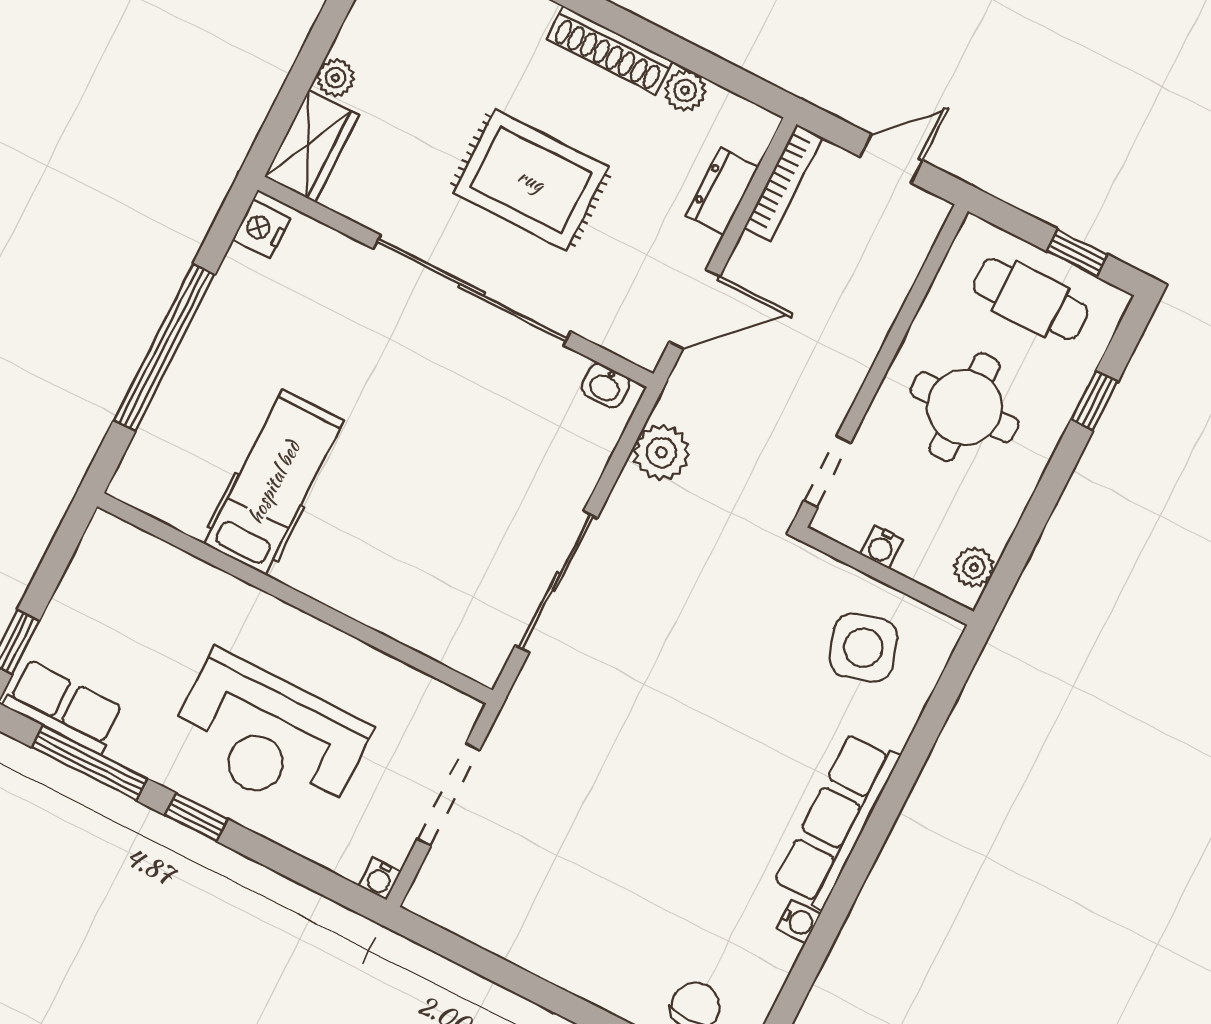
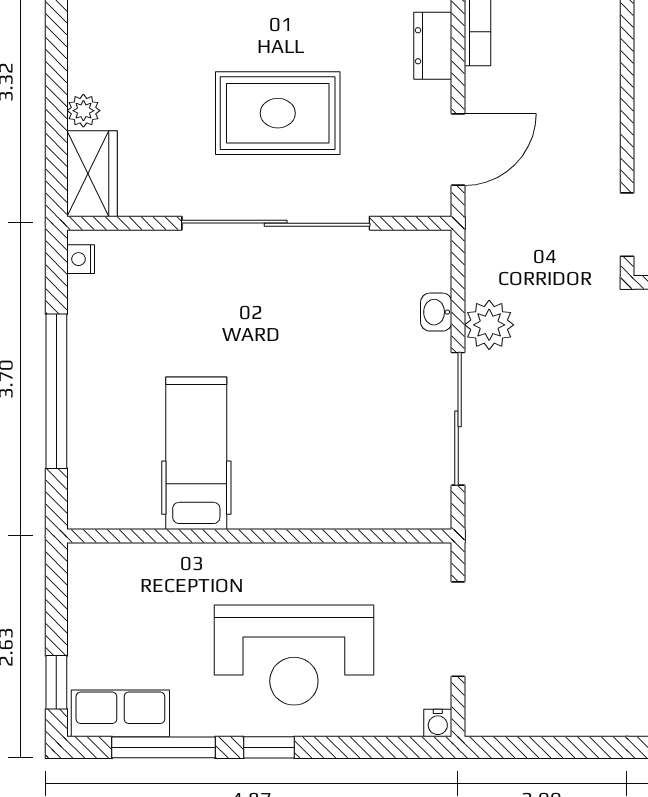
nightstand: (261, 229) -> (81, 259), width x0.72, depth x0.74
washbasin: (606, 386) -> (436, 312), moved, turned 90
plant: (661, 452) -> (489, 325), moved

